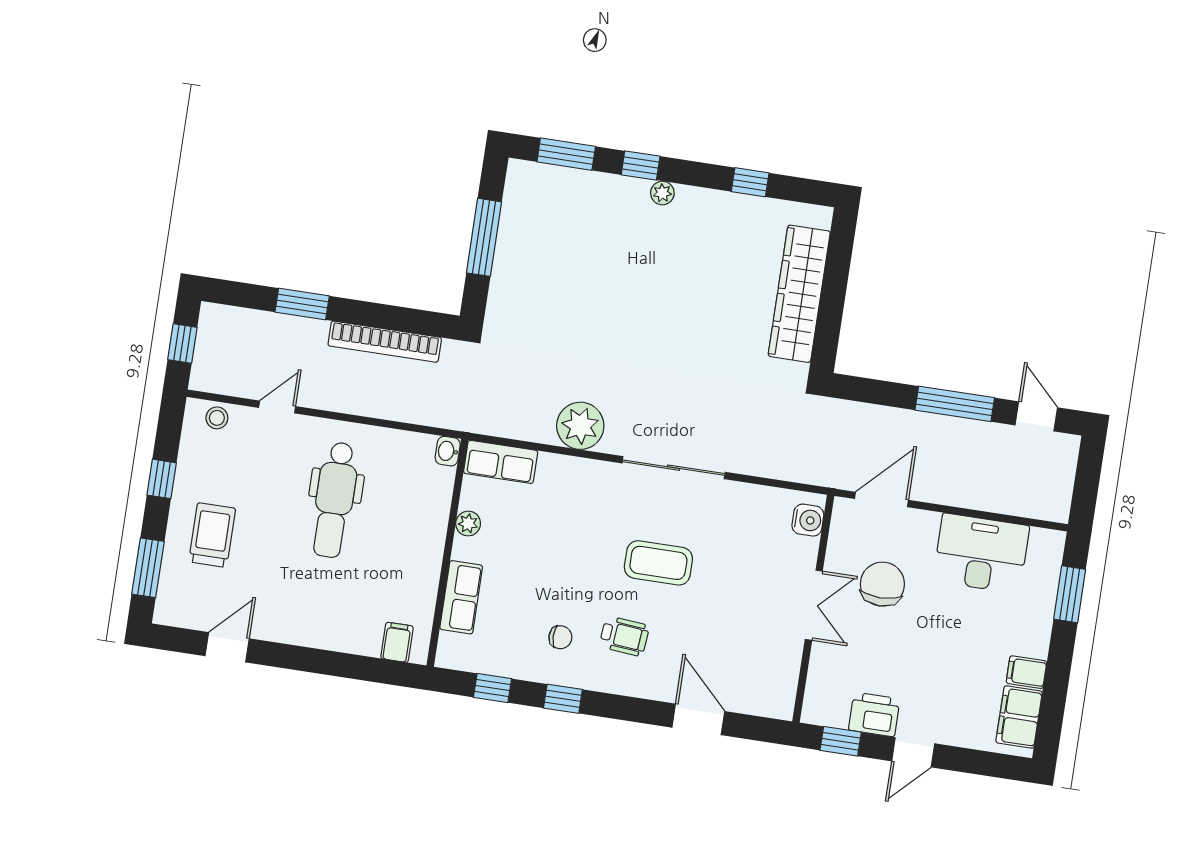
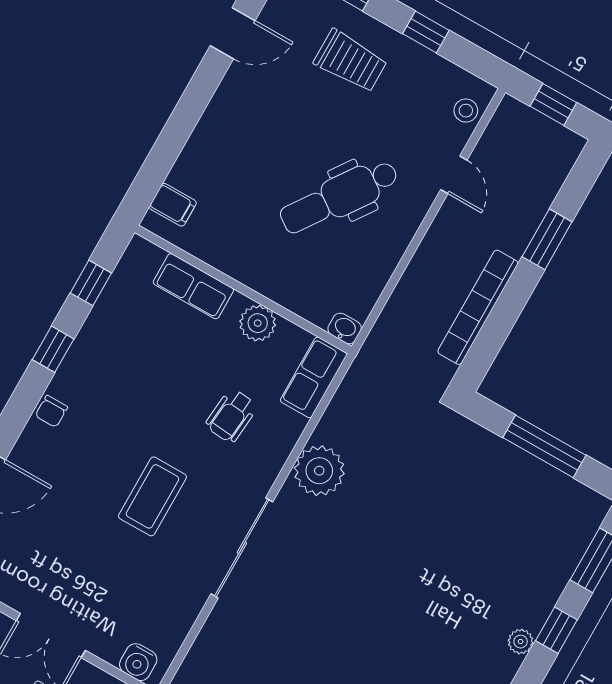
dental chair: (334, 500) -> (339, 197), turned -55
plant: (468, 524) -> (258, 323), width x1.38, depth x1.38
wheelchair: (624, 636) -> (231, 416), moved
chair: (560, 637) -> (51, 411), moved
door: (227, 647) -> (233, 33), hinge flipped

